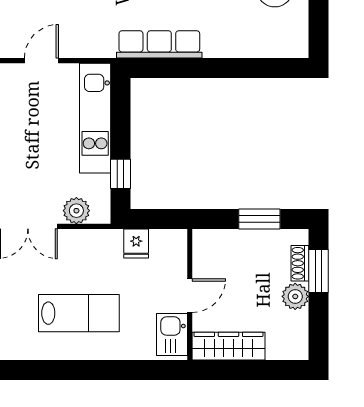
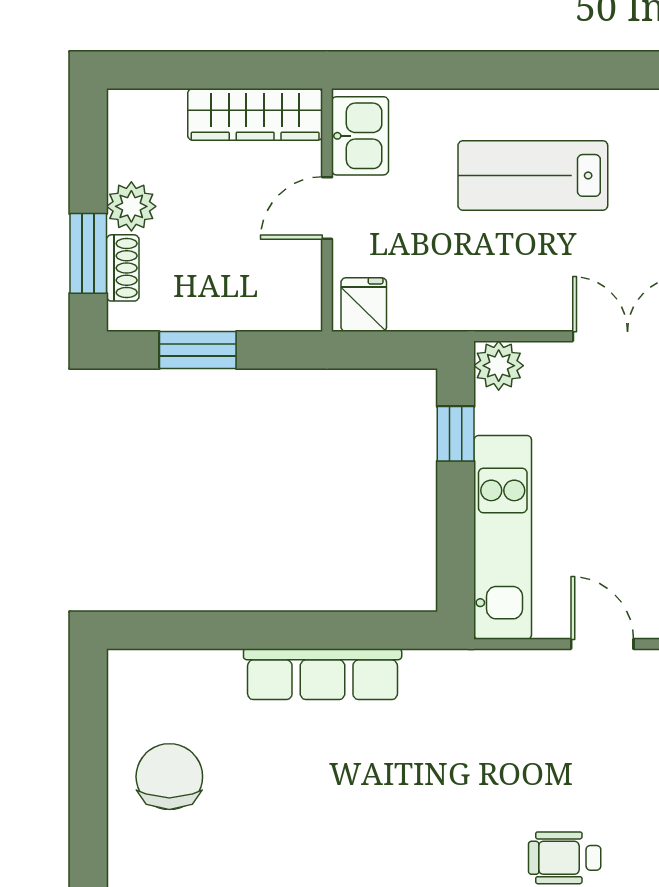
row of seats: (159, 44) -> (323, 674), moved
door: (41, 61) -> (602, 644), swing flipped
plant: (76, 211) -> (499, 366), moved
fridge: (136, 244) -> (364, 305), moved

